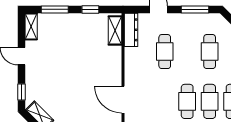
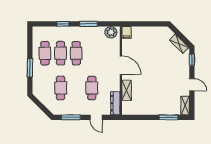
window: (90, 9) -> (144, 117), removed
shelving: (115, 30) -> (127, 90), moved
door: (123, 100) -> (121, 65), moved

